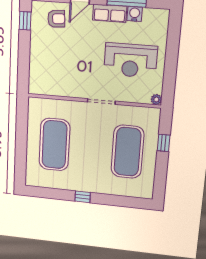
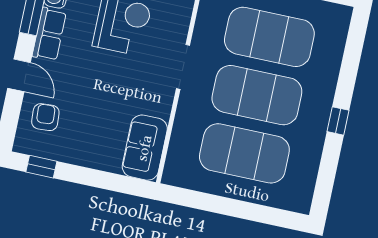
sofa: (48, 84) -> (145, 148), added
exercise mat: (91, 148) -> (257, 95), added

